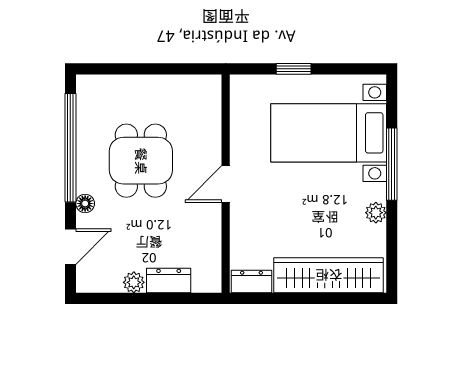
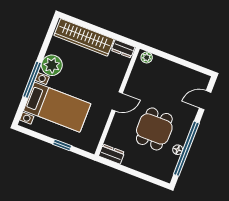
floor lamp: (85, 204) -> (178, 150), moved
plant: (376, 213) -> (52, 65), width x1.88, depth x1.88
dresser: (169, 281) -> (112, 154), moved, turned 180
plant: (134, 282) -> (147, 57), moved

